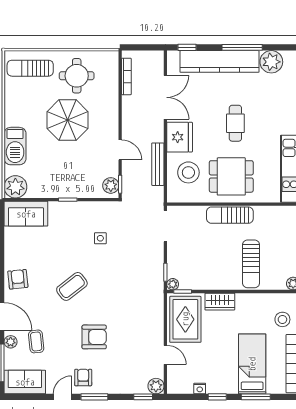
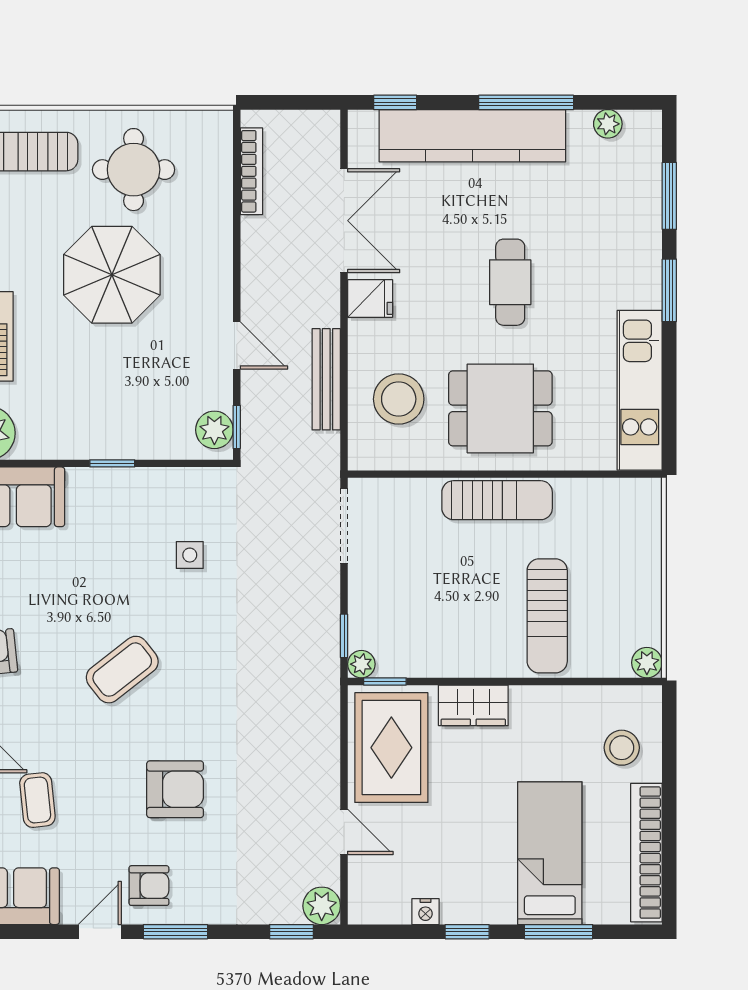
plant: (271, 62) -> (608, 124), width x0.53, depth x0.53
fridge: (180, 137) -> (370, 299), width x0.53, depth x0.75
sun lounger: (230, 215) -> (497, 500), turned 180
armchair: (83, 378) -> (149, 886), turned 90

